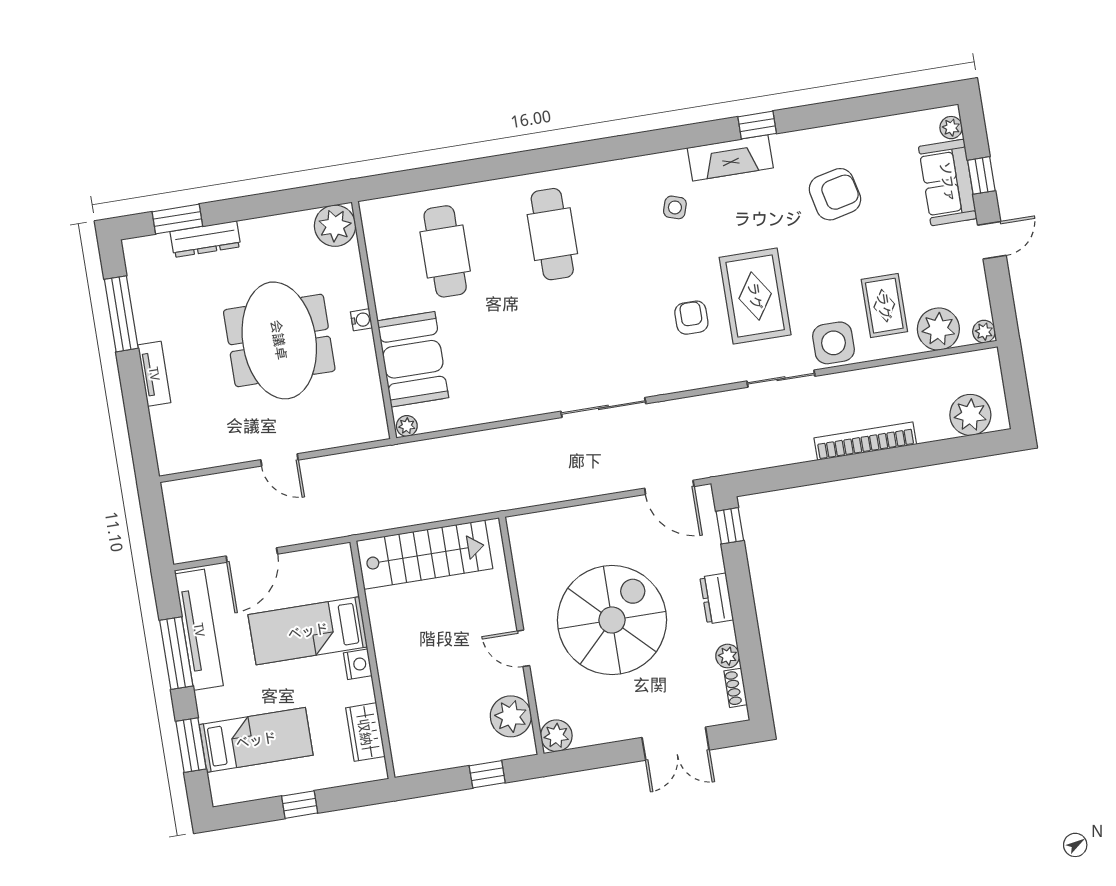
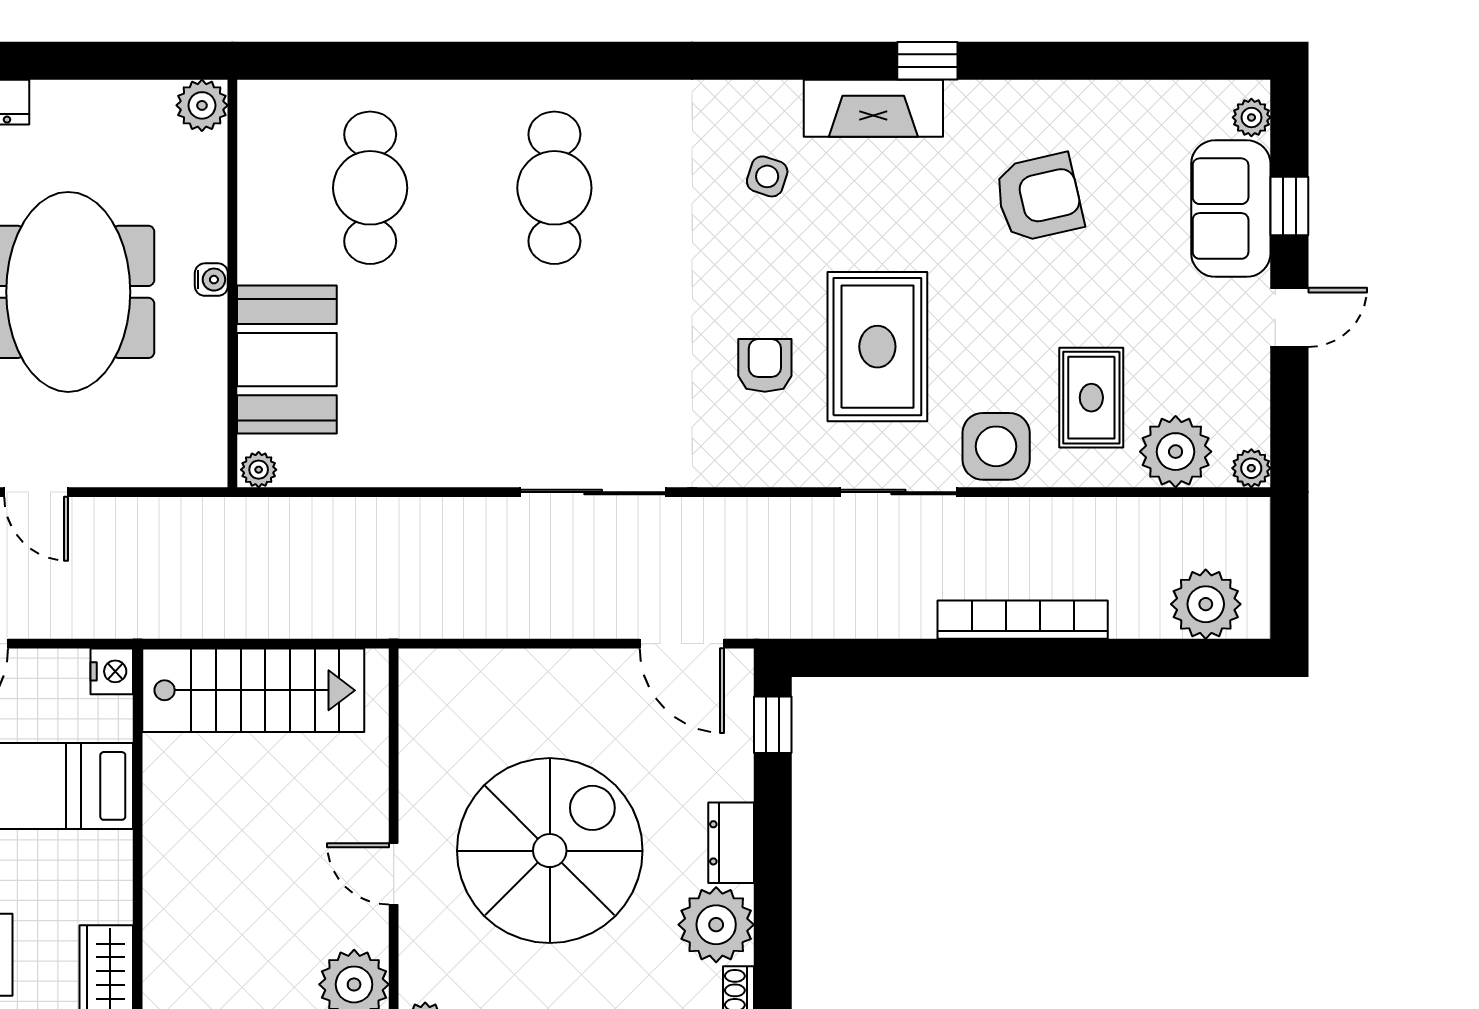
plant: (335, 226) -> (202, 105), width x0.73, depth x0.73
plant: (728, 656) -> (716, 925), width x1.87, depth x1.87
nightstand: (358, 664) -> (112, 671), moved

